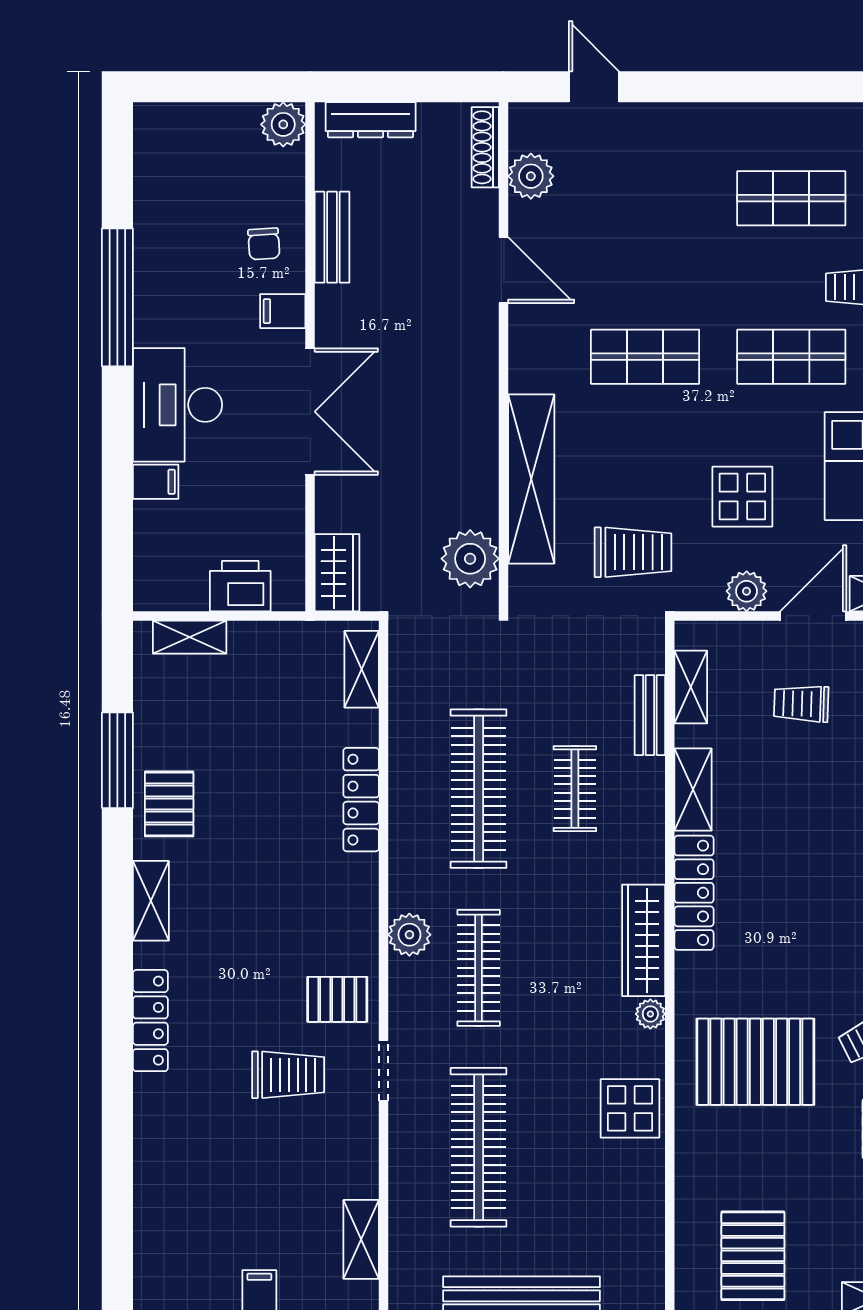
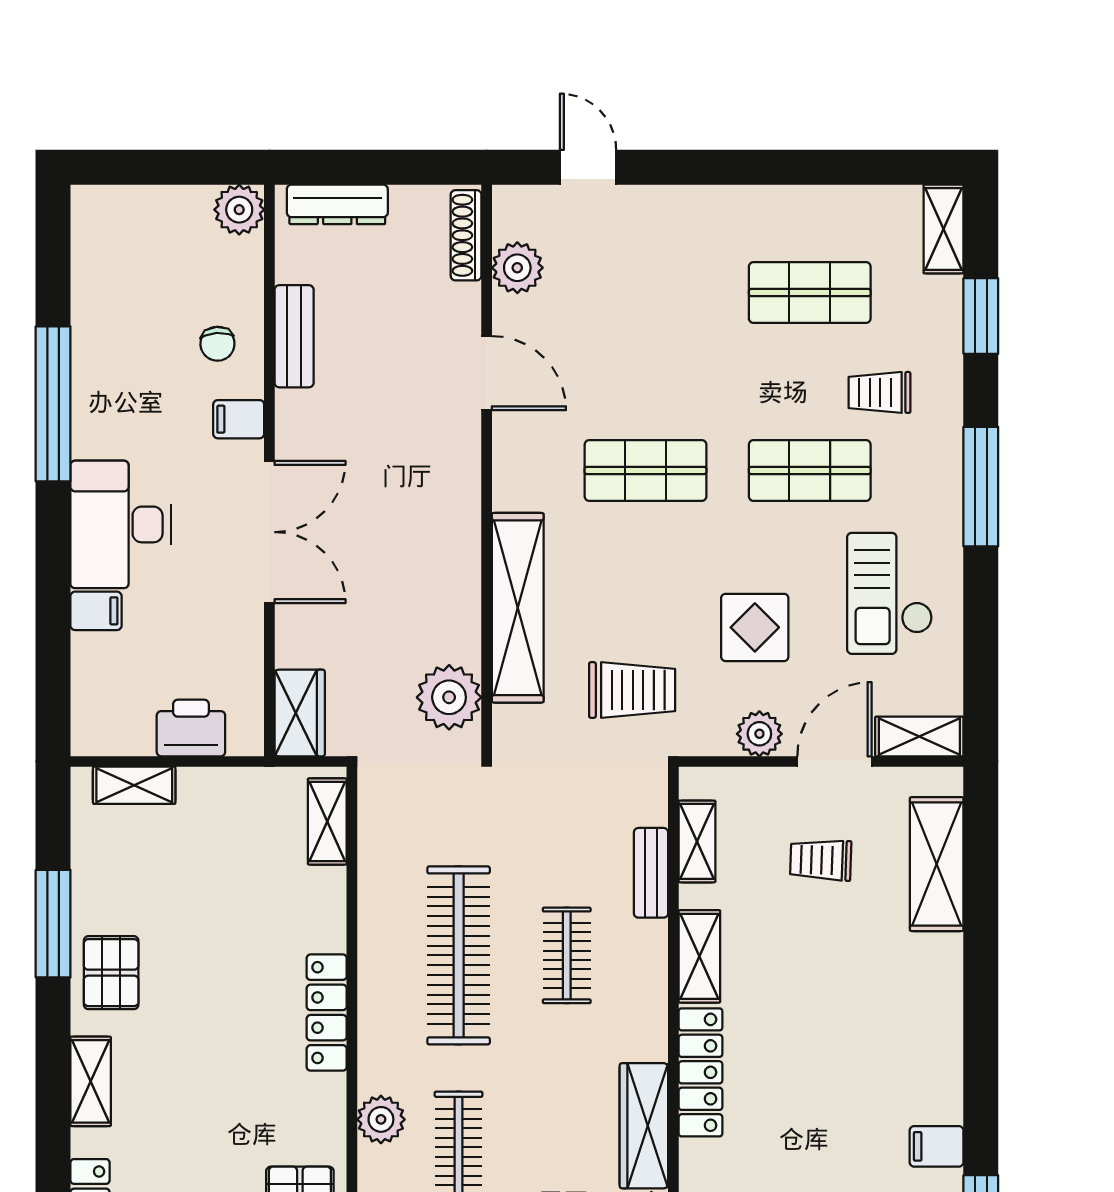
locker: (361, 800) -> (327, 1013), moved

